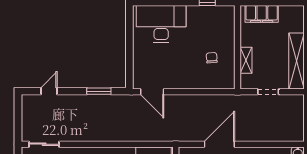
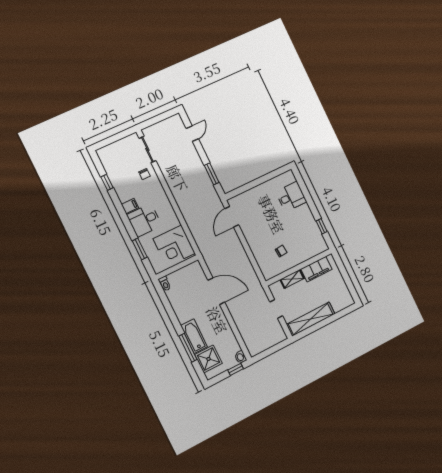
filing cabinet: (262, 14) -> (316, 269), moved, turned -90
desk: (161, 24) -> (291, 197), width x0.53, depth x0.77
door: (49, 91) -> (192, 134), hinge flipped

